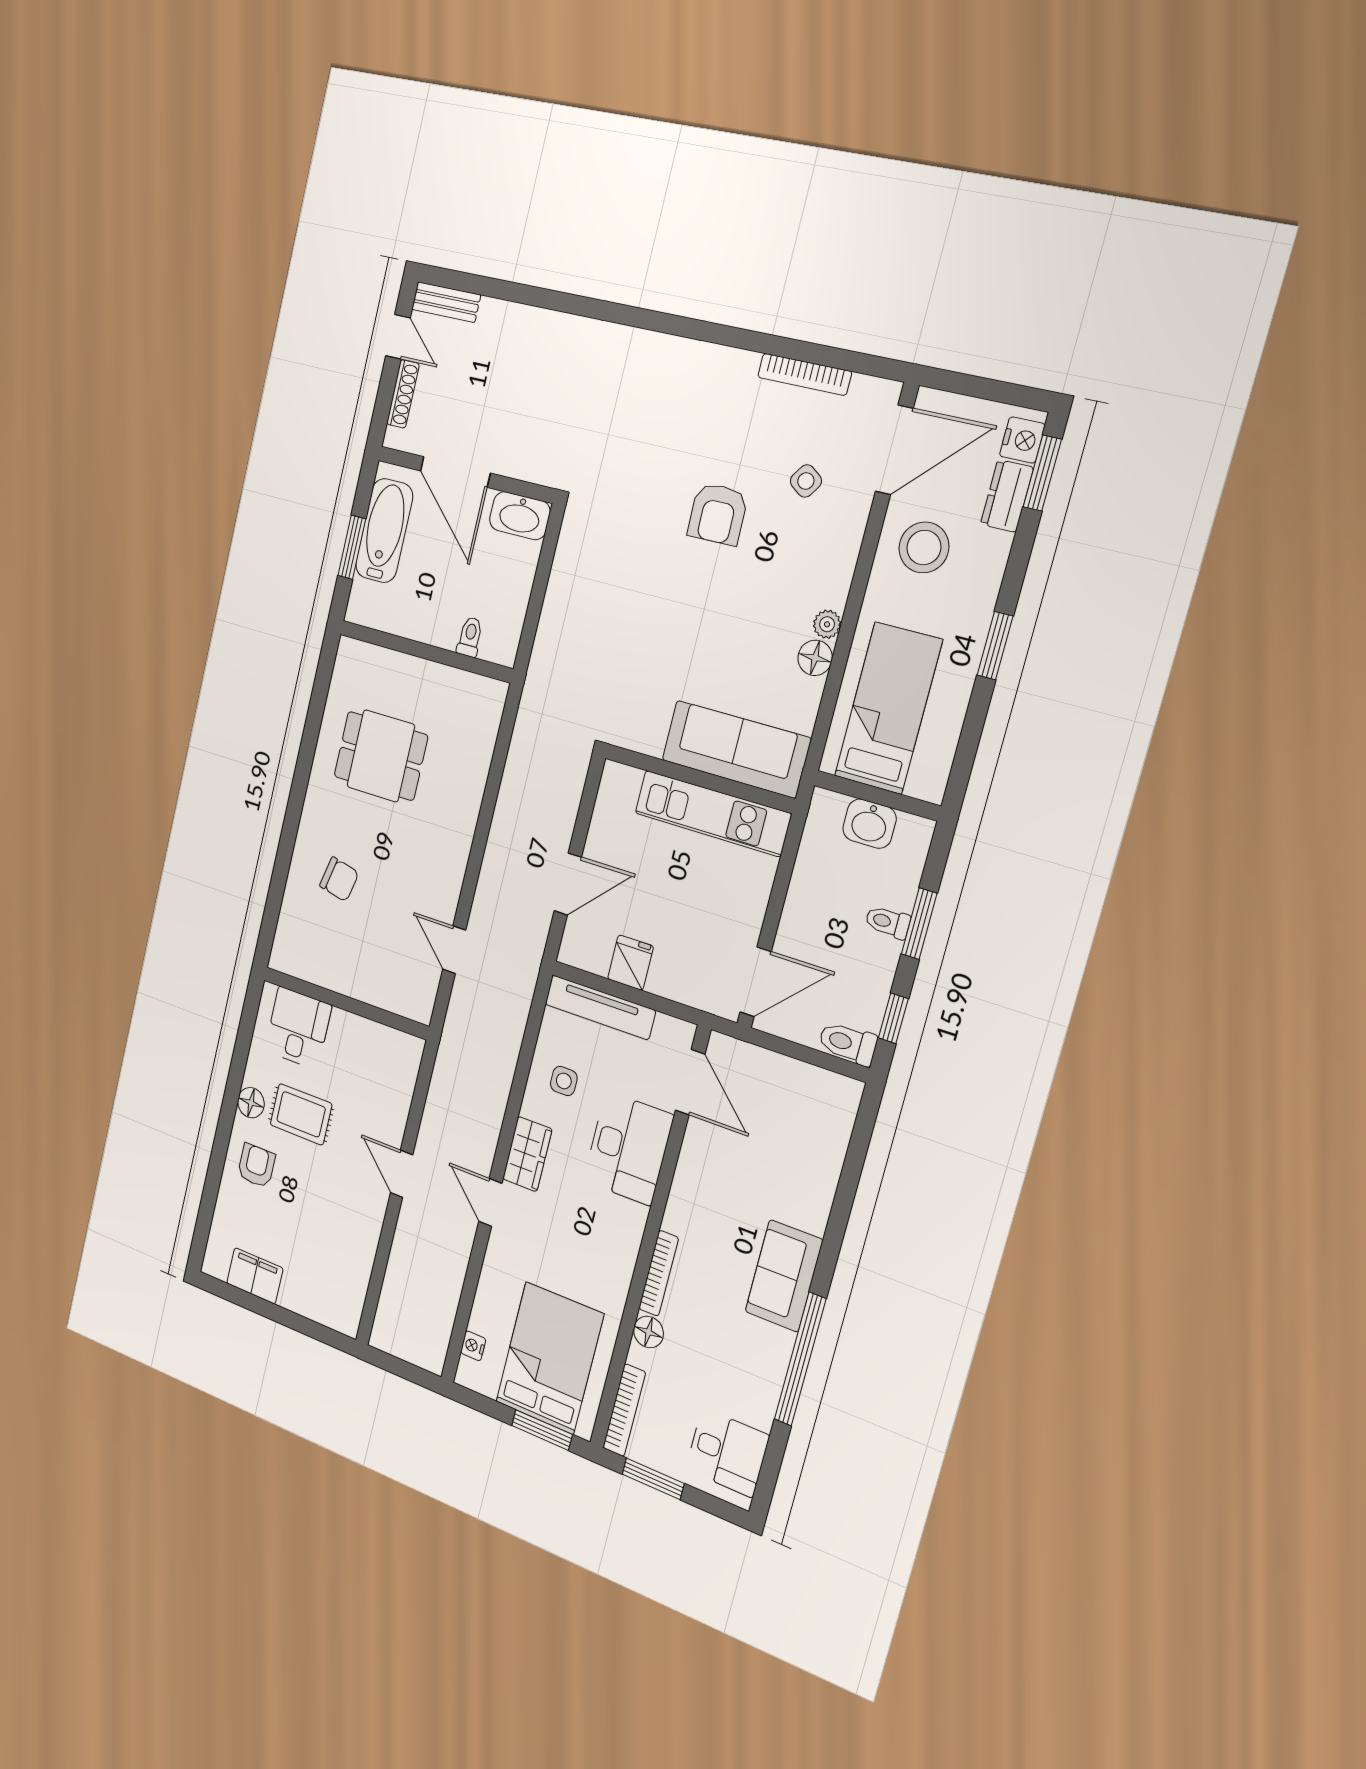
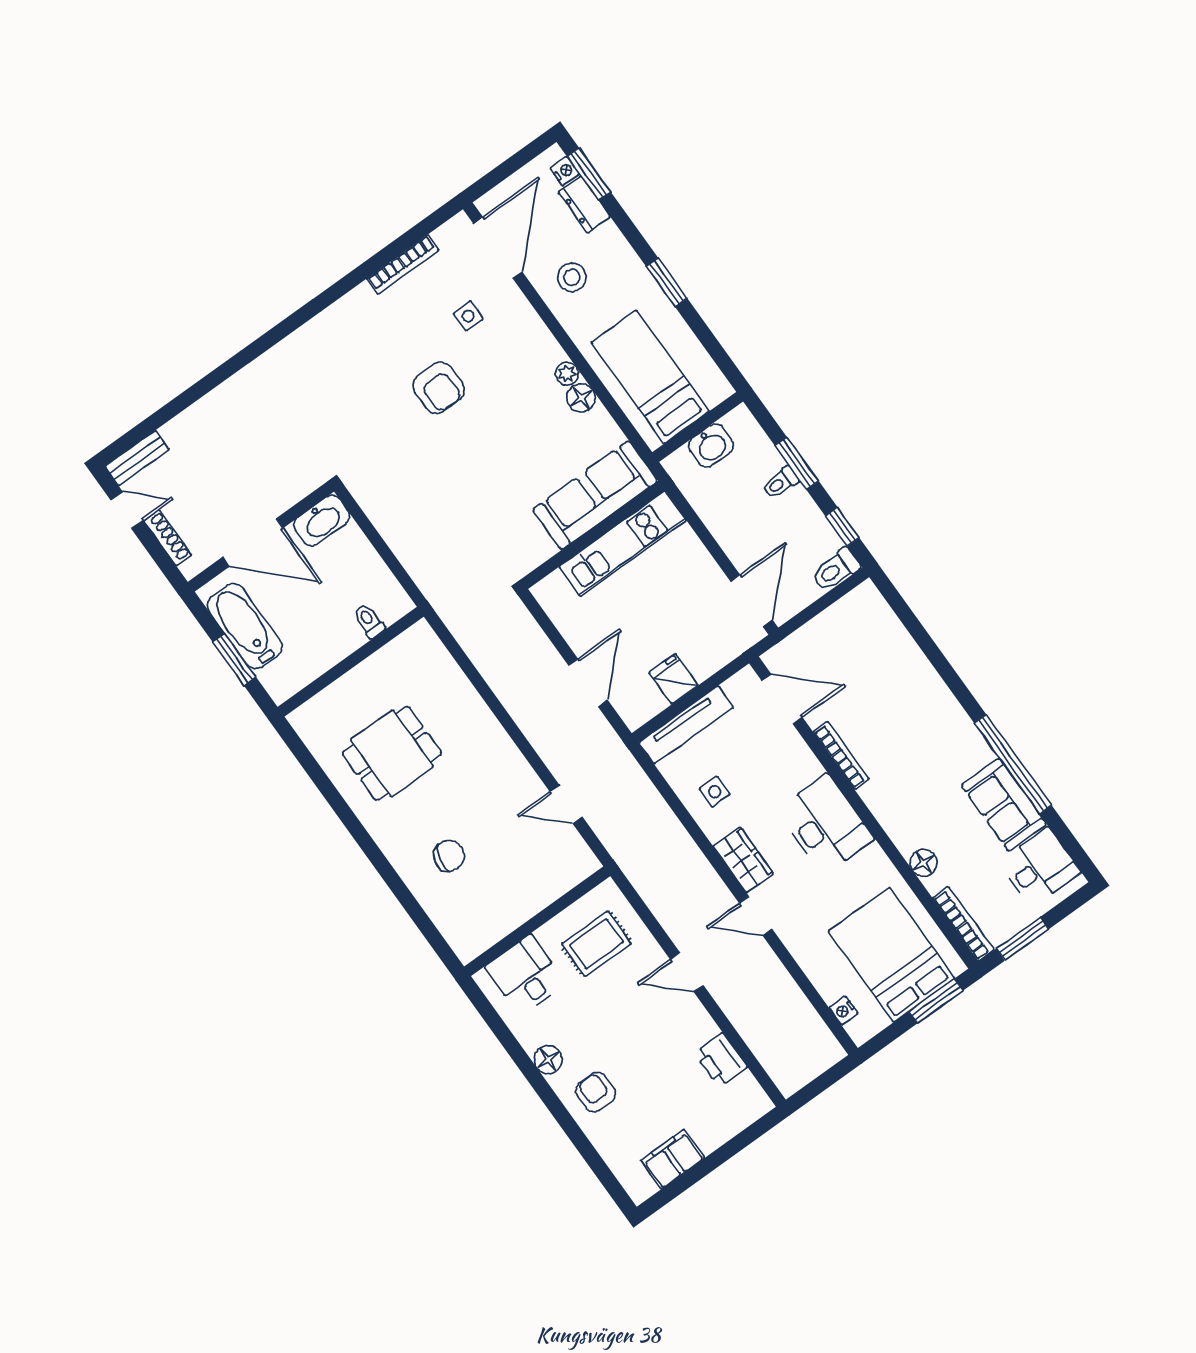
nightstand: (1022, 440) -> (565, 171), width x0.72, depth x0.74
side table: (806, 481) -> (468, 316), turned -35
stool: (924, 547) -> (572, 277), width x0.73, depth x0.73
rug: (301, 1114) -> (596, 944), moved
desk: (628, 1148) -> (825, 824), moved
printer: (357, 1260) -> (721, 1060), added
bookcase: (659, 1273) -> (841, 755), moved
sofa: (784, 1276) -> (1004, 805), moved

